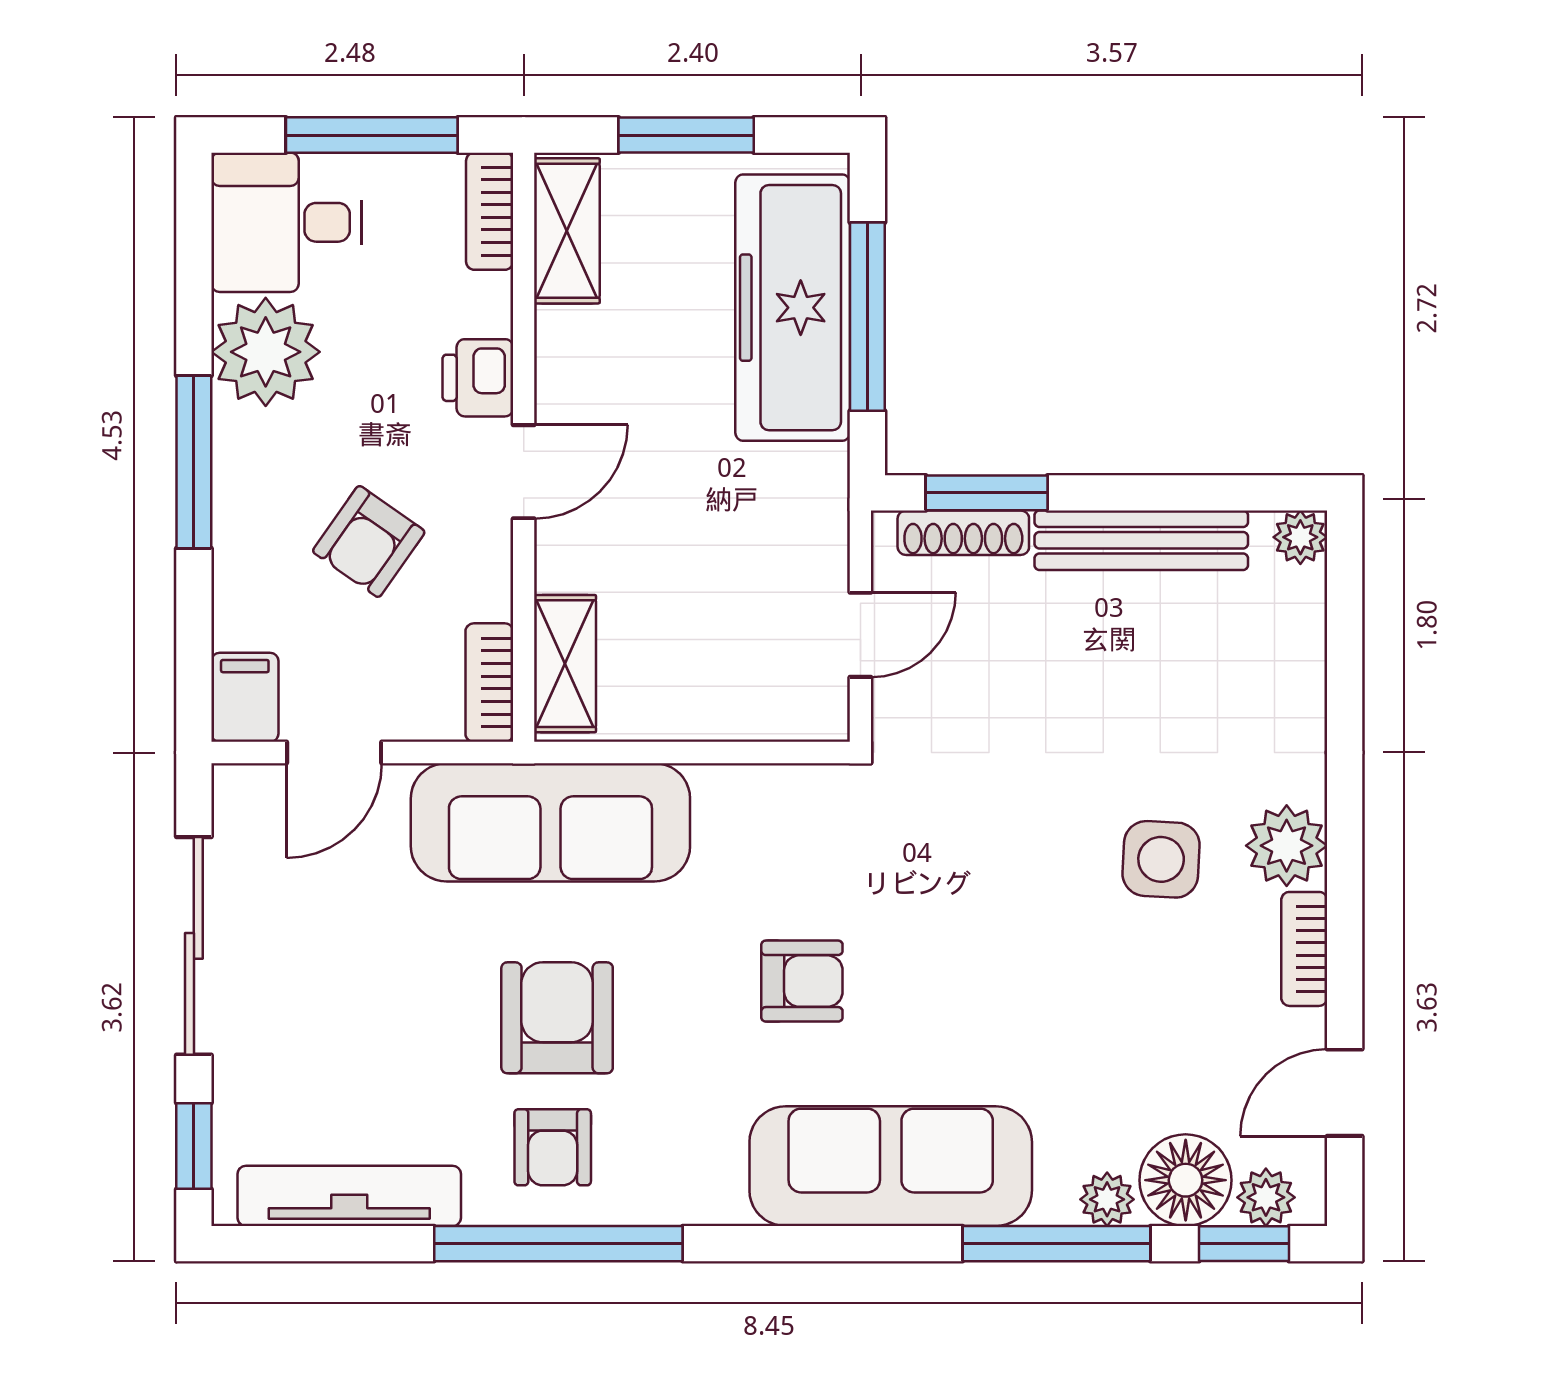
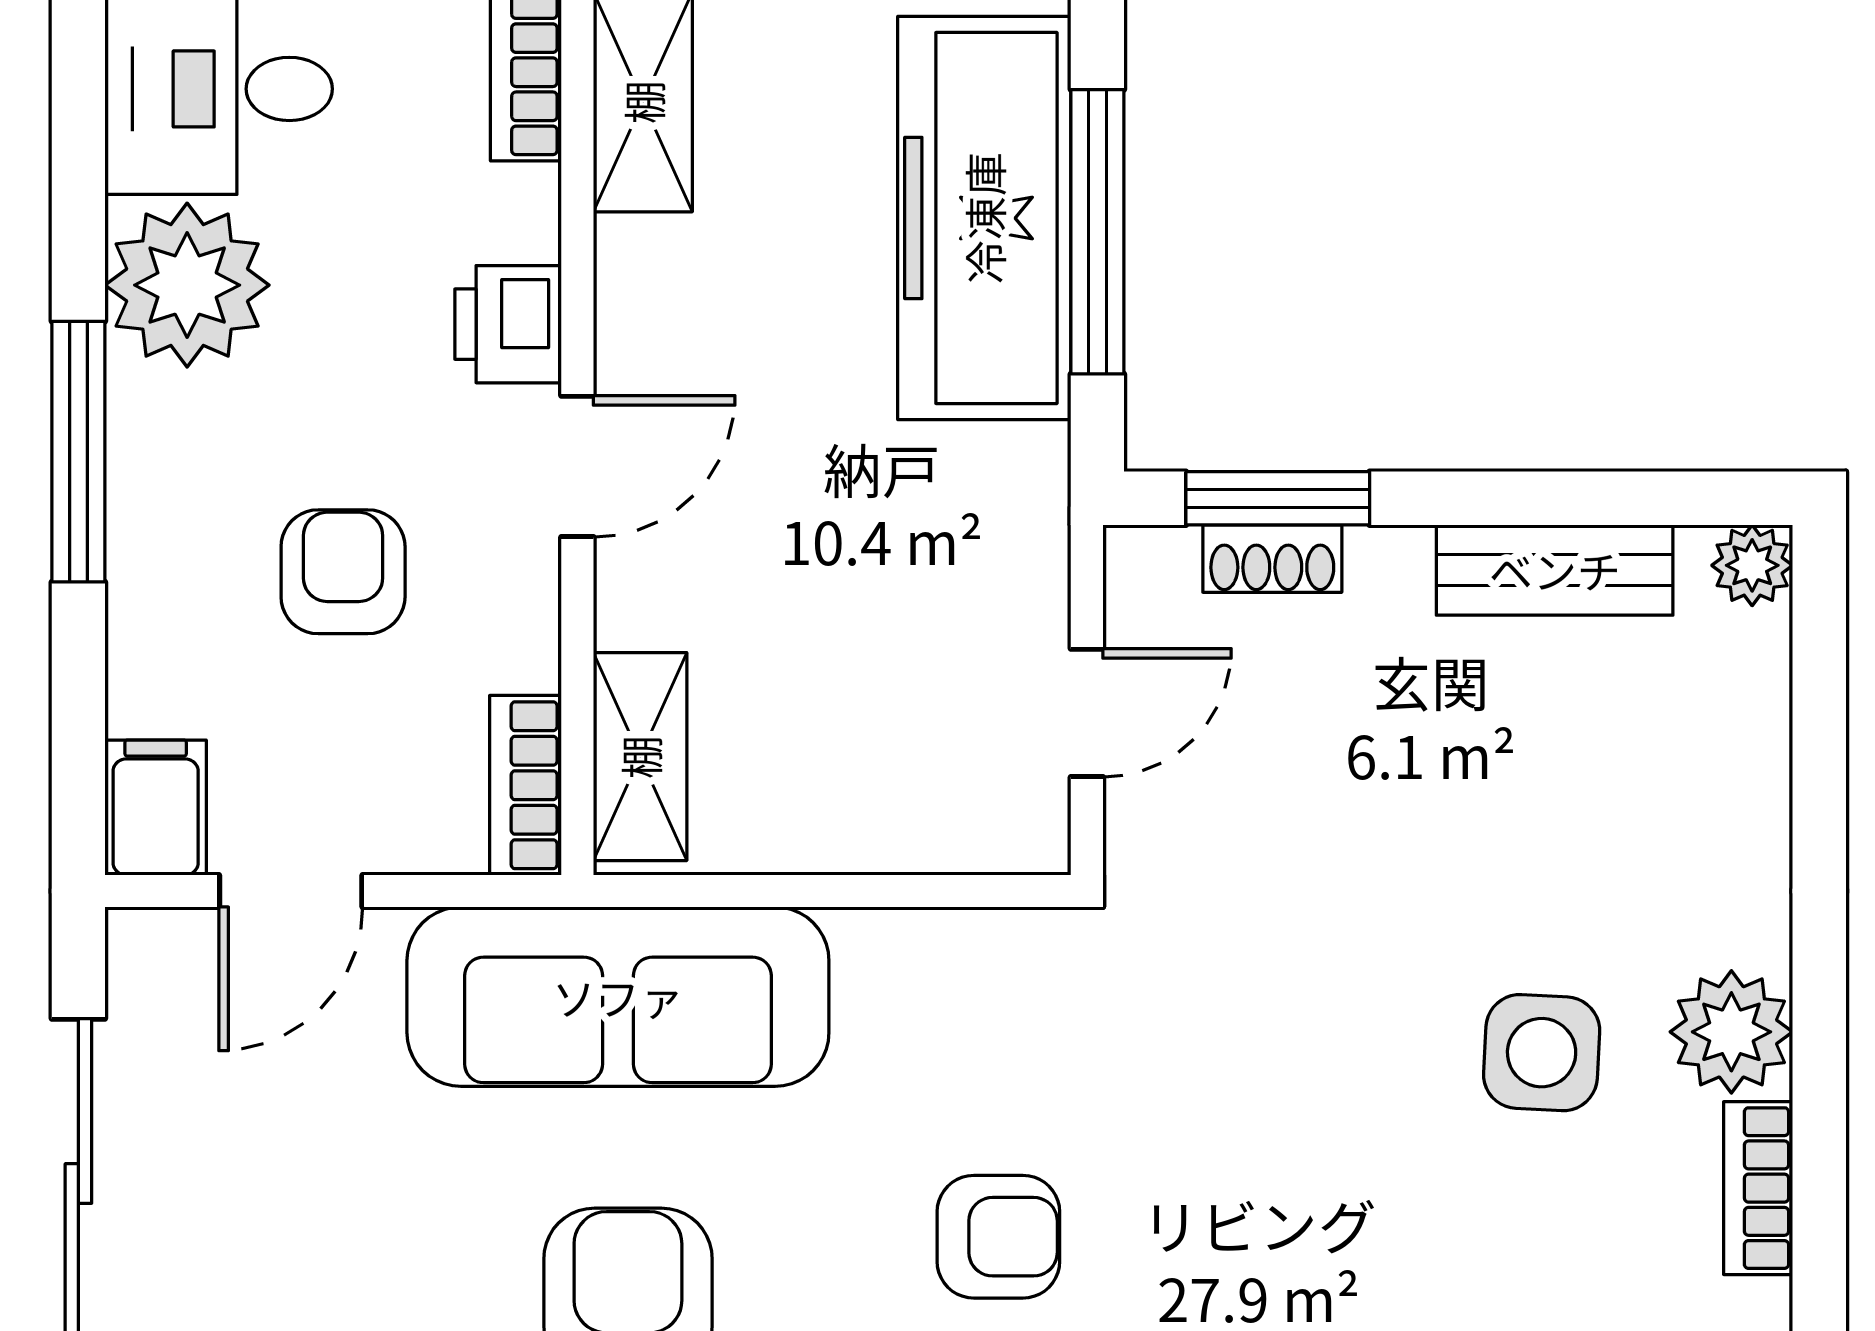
shoe rack: (963, 533) -> (1272, 559), width x0.70
bench: (1141, 540) -> (1555, 570), width x0.73
armchair: (369, 541) -> (343, 572), turned 145

